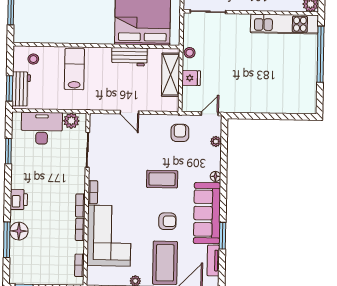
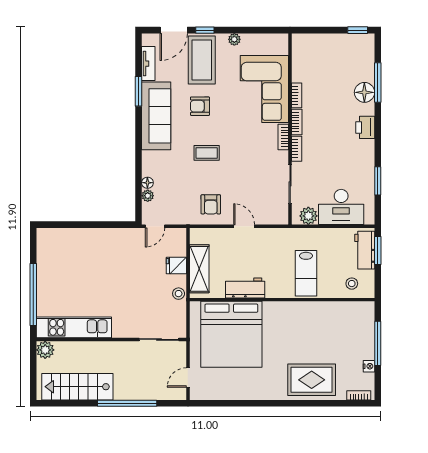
armchair: (180, 133) -> (211, 204), moved
floor lamp: (215, 176) -> (147, 183), moved
coffee table: (162, 179) -> (207, 153), width x0.73, depth x0.77
bookcase: (79, 265) -> (297, 149), moved

